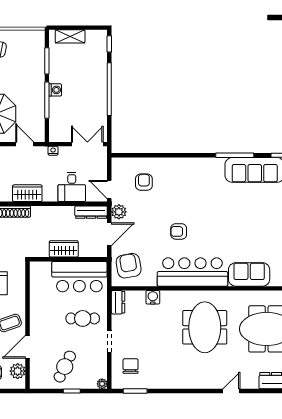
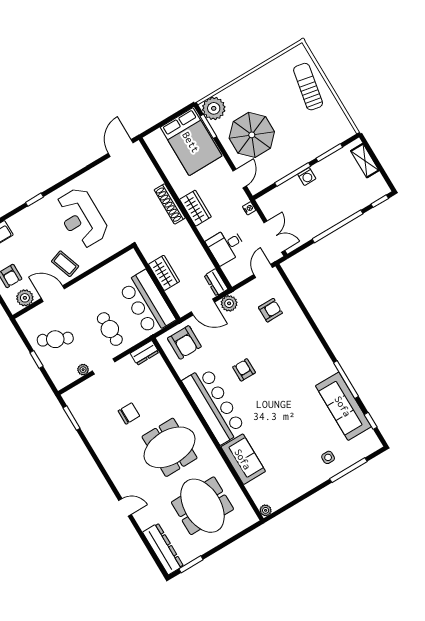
door: (109, 189) -> (263, 271), moved
dresser: (91, 212) -> (216, 282), width x0.70
armchair: (129, 266) -> (184, 342), turned 100
water cooler: (153, 297) -> (169, 382), removed
chair: (131, 366) -> (129, 413), moved
plant: (102, 384) -> (83, 370), moved

